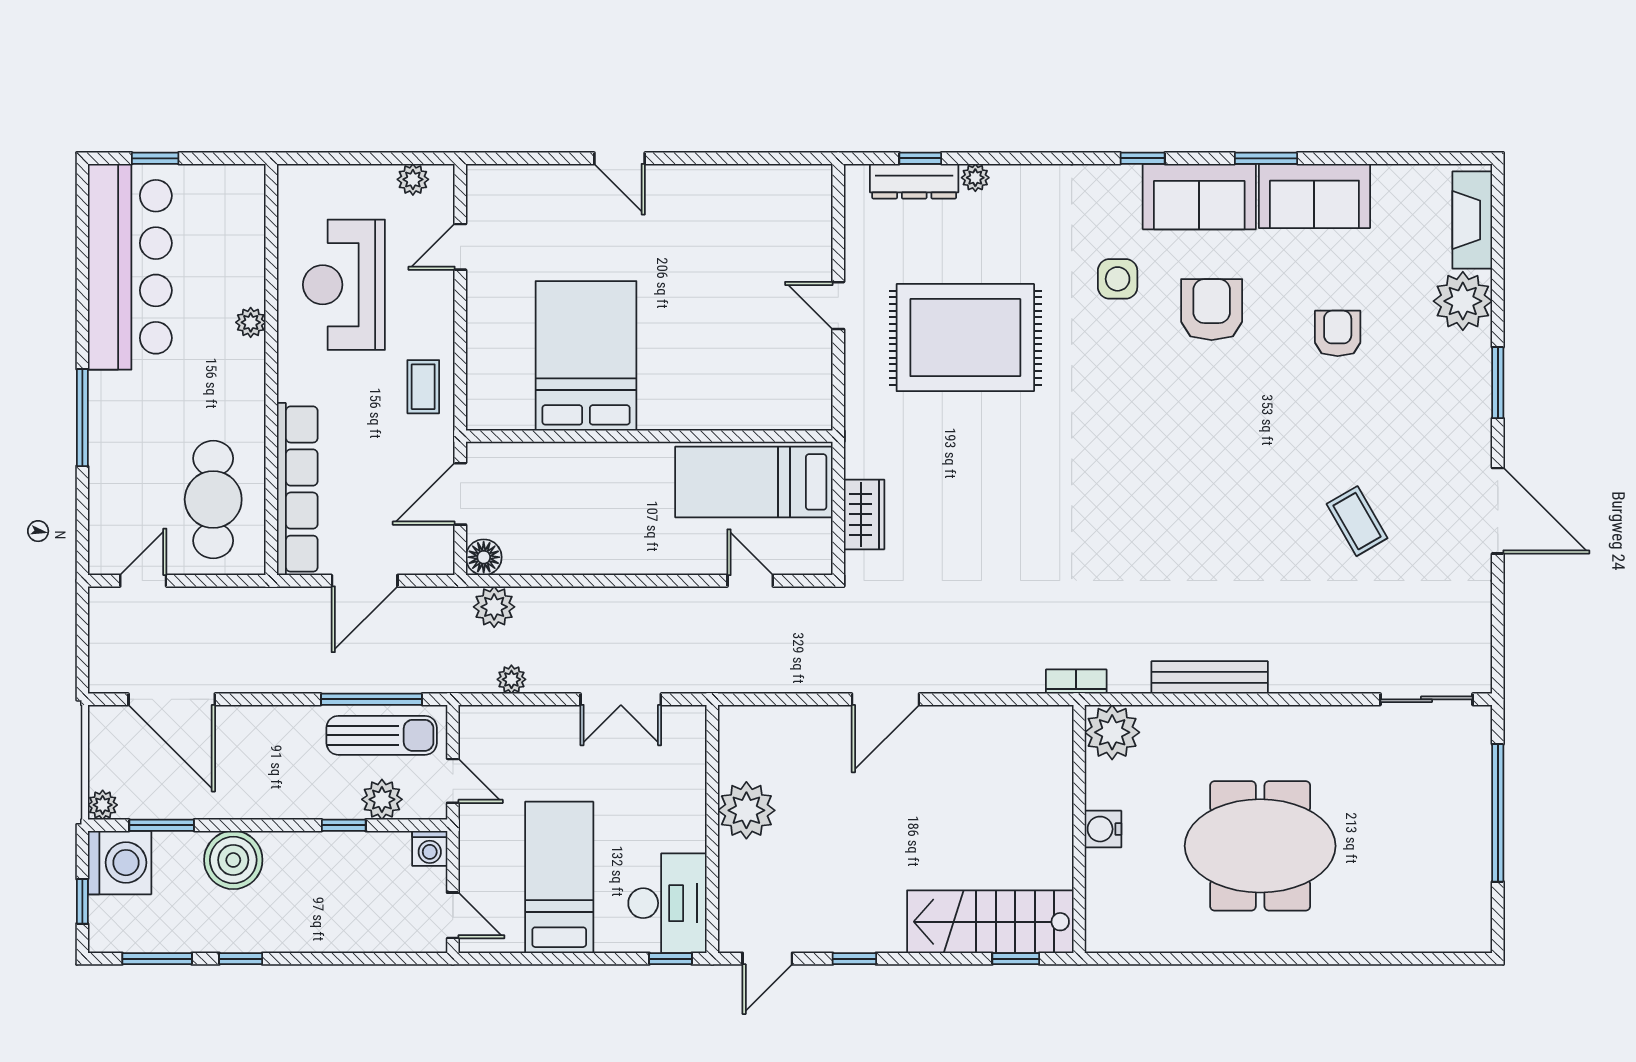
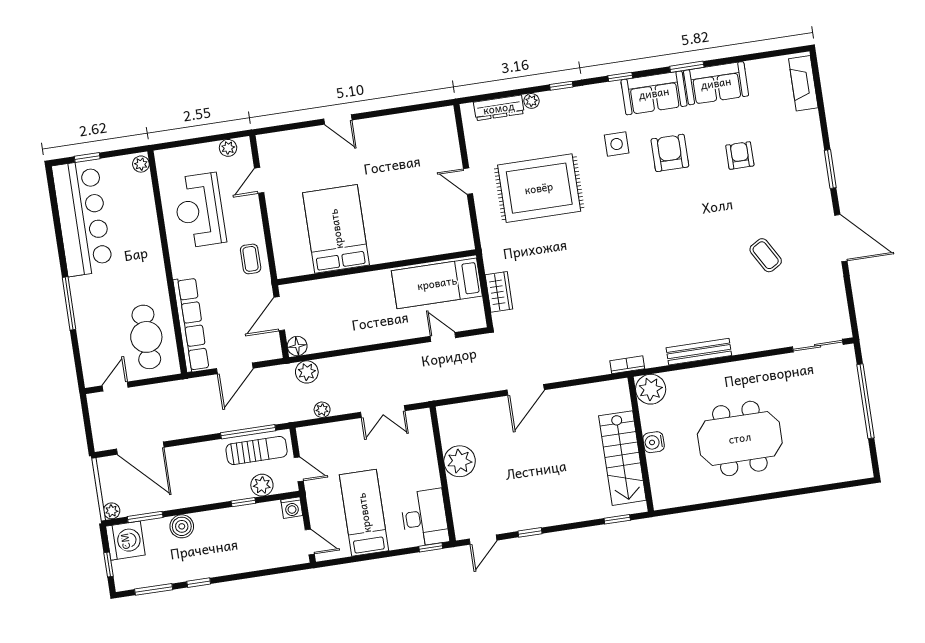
window: (920, 158) -> (561, 86), moved
plant: (1463, 301) -> (805, 128), removed
plant: (251, 322) -> (141, 164), moved
boiler: (233, 860) -> (182, 526), width x0.73, depth x0.73
stairs: (990, 922) -> (622, 458), moved, turned -90

